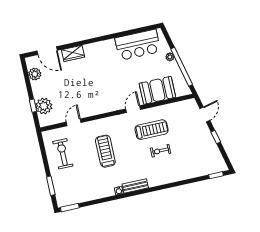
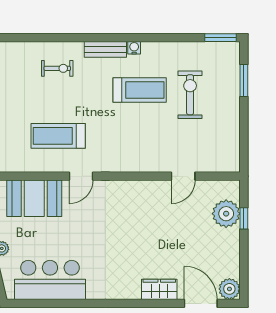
plant: (35, 74) -> (229, 289), moved
treadmill: (105, 151) -> (140, 90), moved, turned -90
exercise bike: (161, 151) -> (57, 68), moved
exercise bike: (63, 154) -> (190, 95), moved, turned 180

